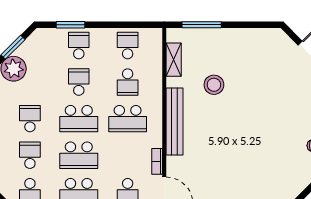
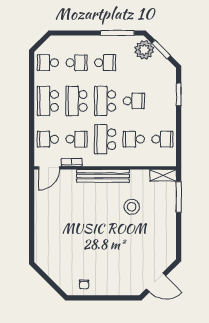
school desk: (79, 46) -> (77, 139), moved
shelving: (174, 60) -> (163, 175), moved

